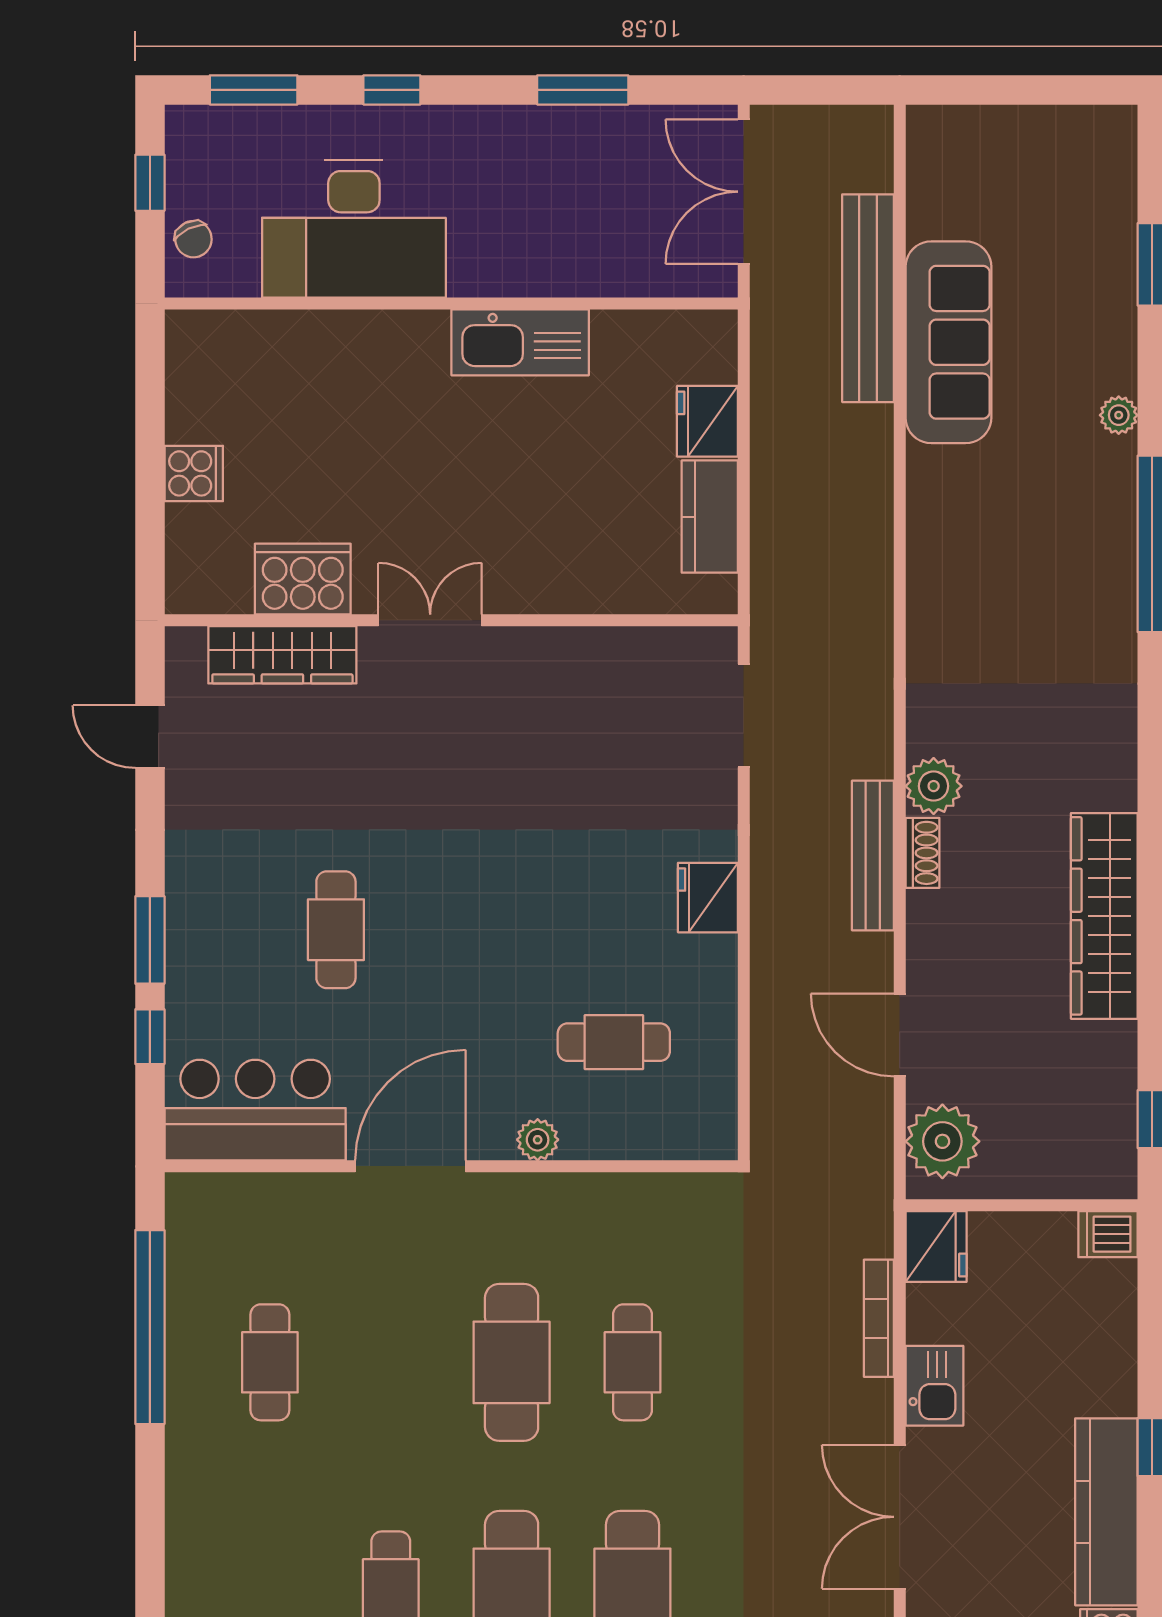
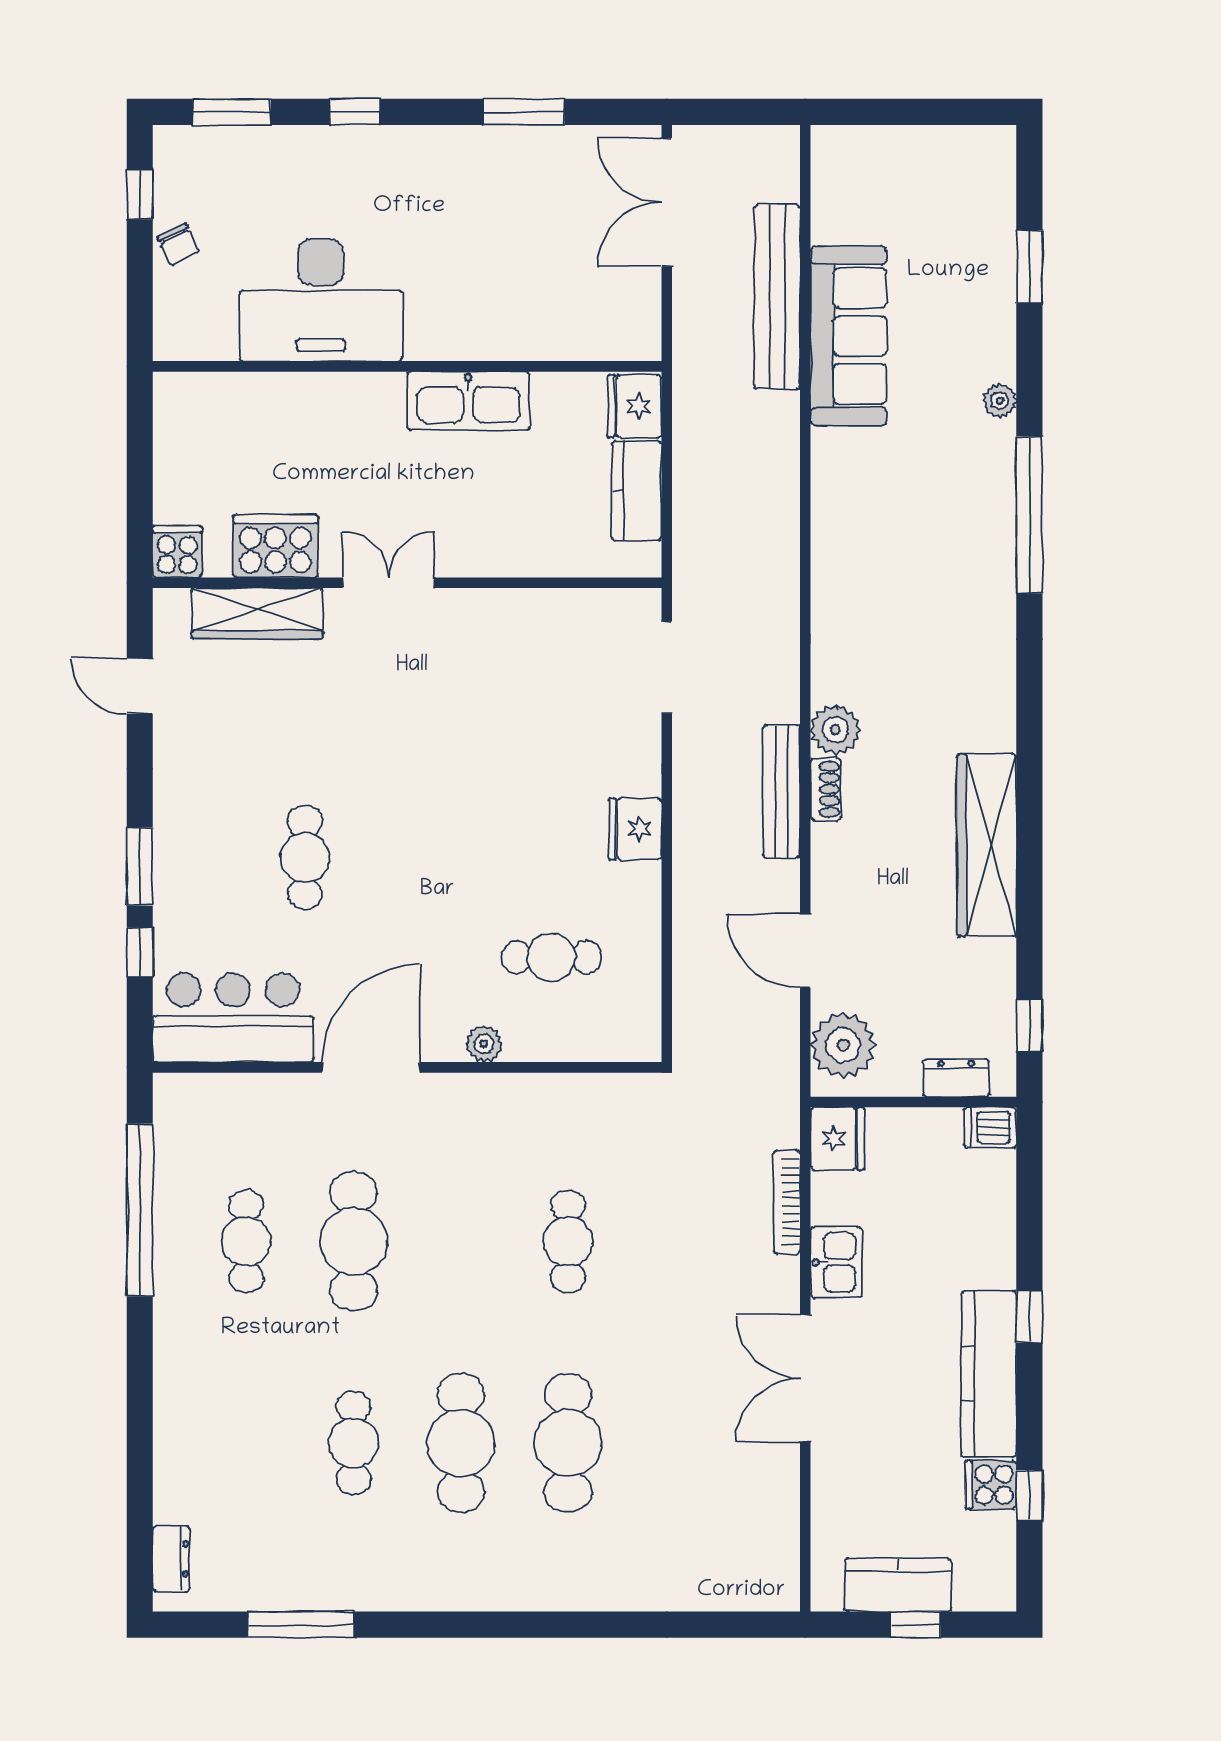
desk: (354, 229) -> (321, 300), moved
wall: (451, 303) -> (407, 366), moved
kitchen sink: (520, 342) -> (468, 401), moved
cooker: (194, 473) -> (177, 552), moved, turned -90
dresser: (1070, 1178) -> (956, 1078), added
cafe table: (512, 1362) -> (354, 1241), moved

